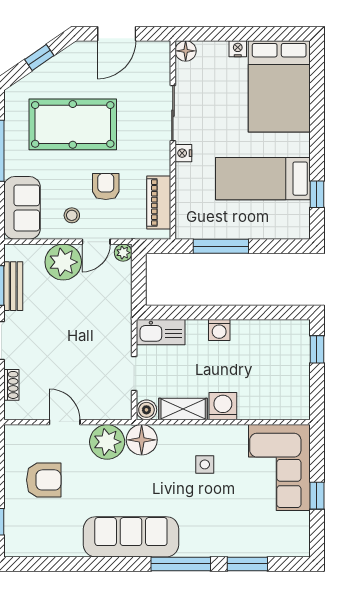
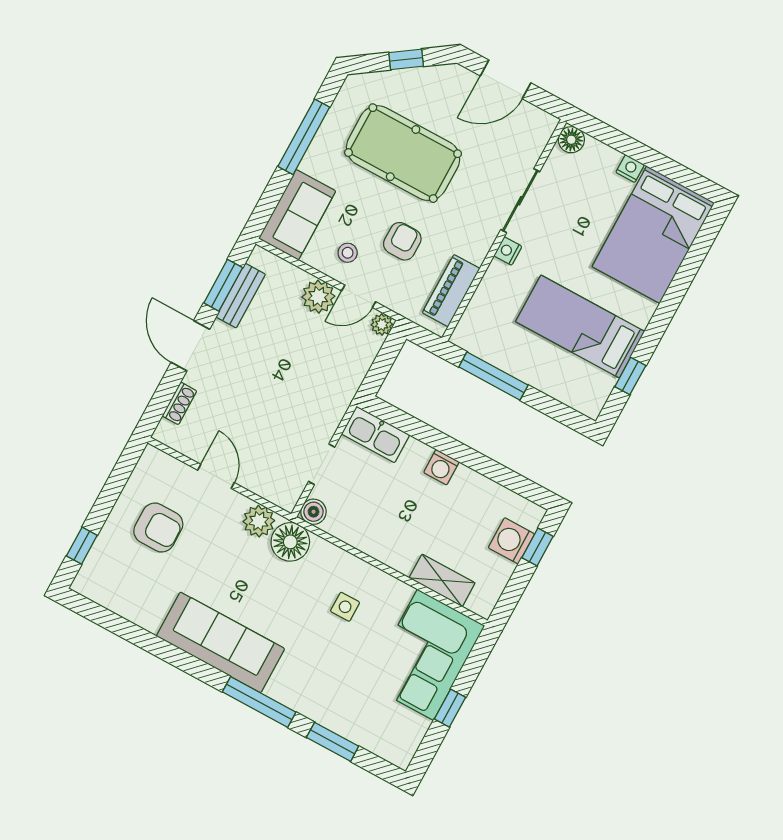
plant: (63, 262) -> (318, 297), width x0.73, depth x0.73
washing machine: (223, 406) -> (511, 541), moved, turned -90
shelving: (183, 409) -> (442, 580), moved
plant: (107, 442) -> (259, 521), width x0.73, depth x0.73

